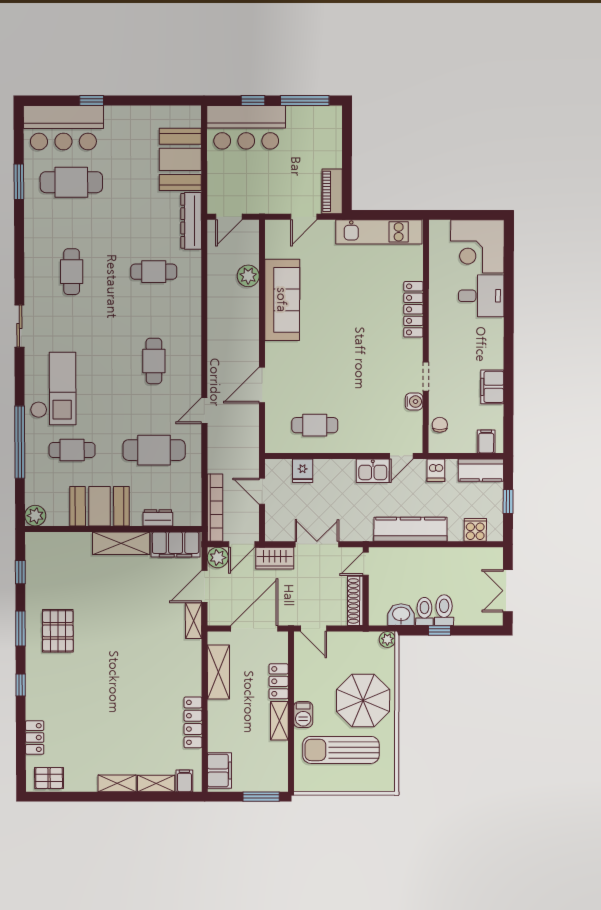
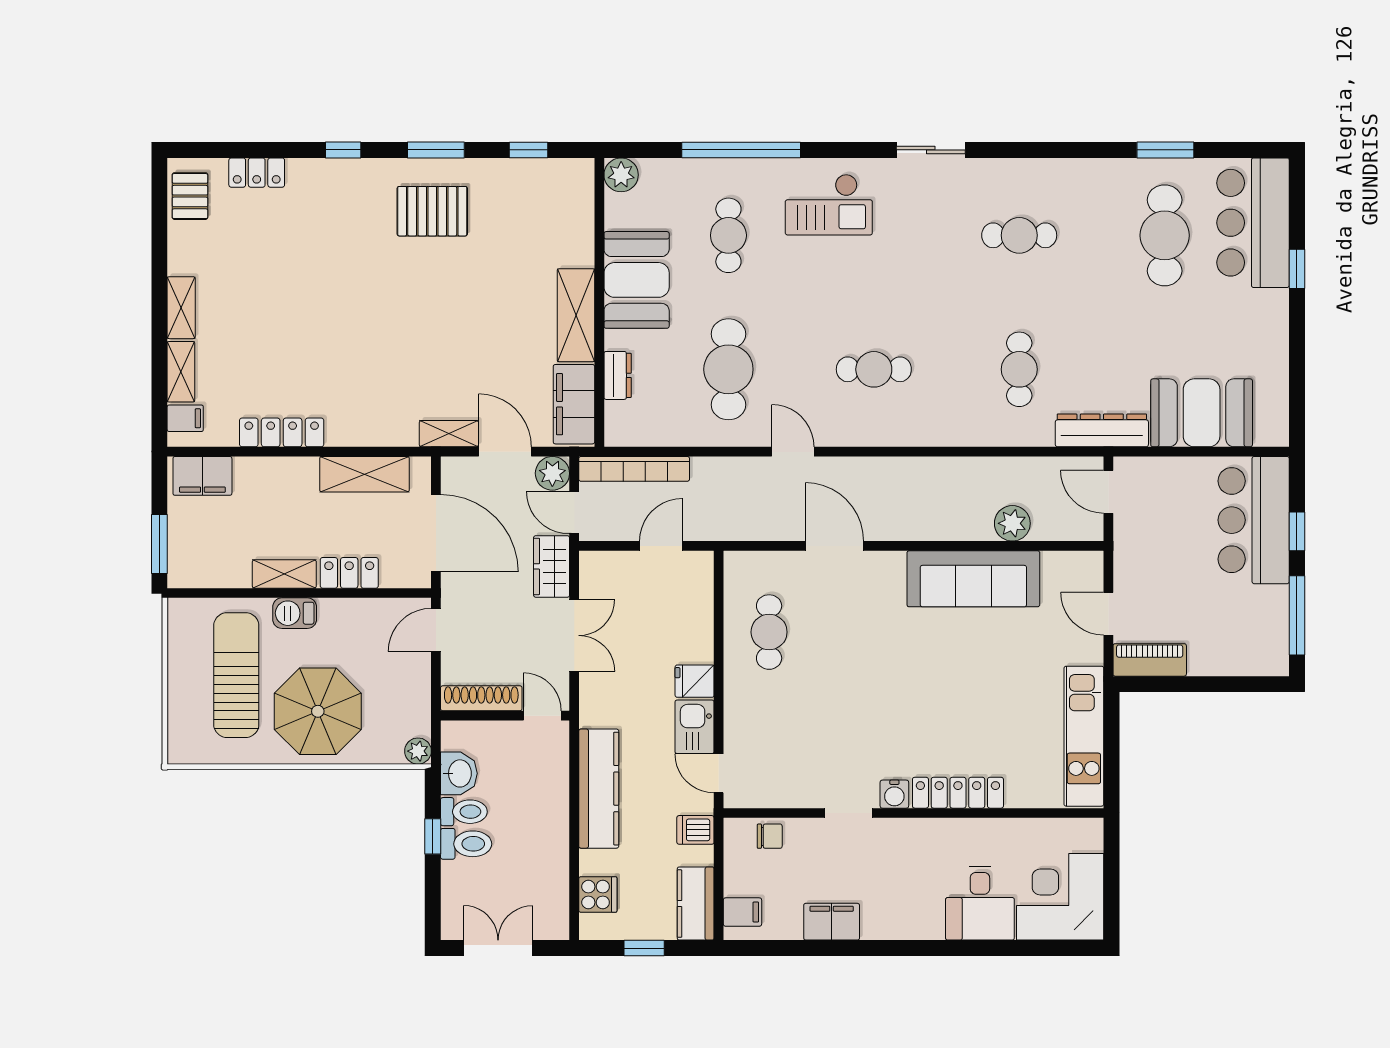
checkout: (53, 389) -> (829, 205), width x0.73, depth x0.83
water cooler: (414, 402) -> (894, 794), moved
fridge: (303, 471) -> (695, 681), moved

